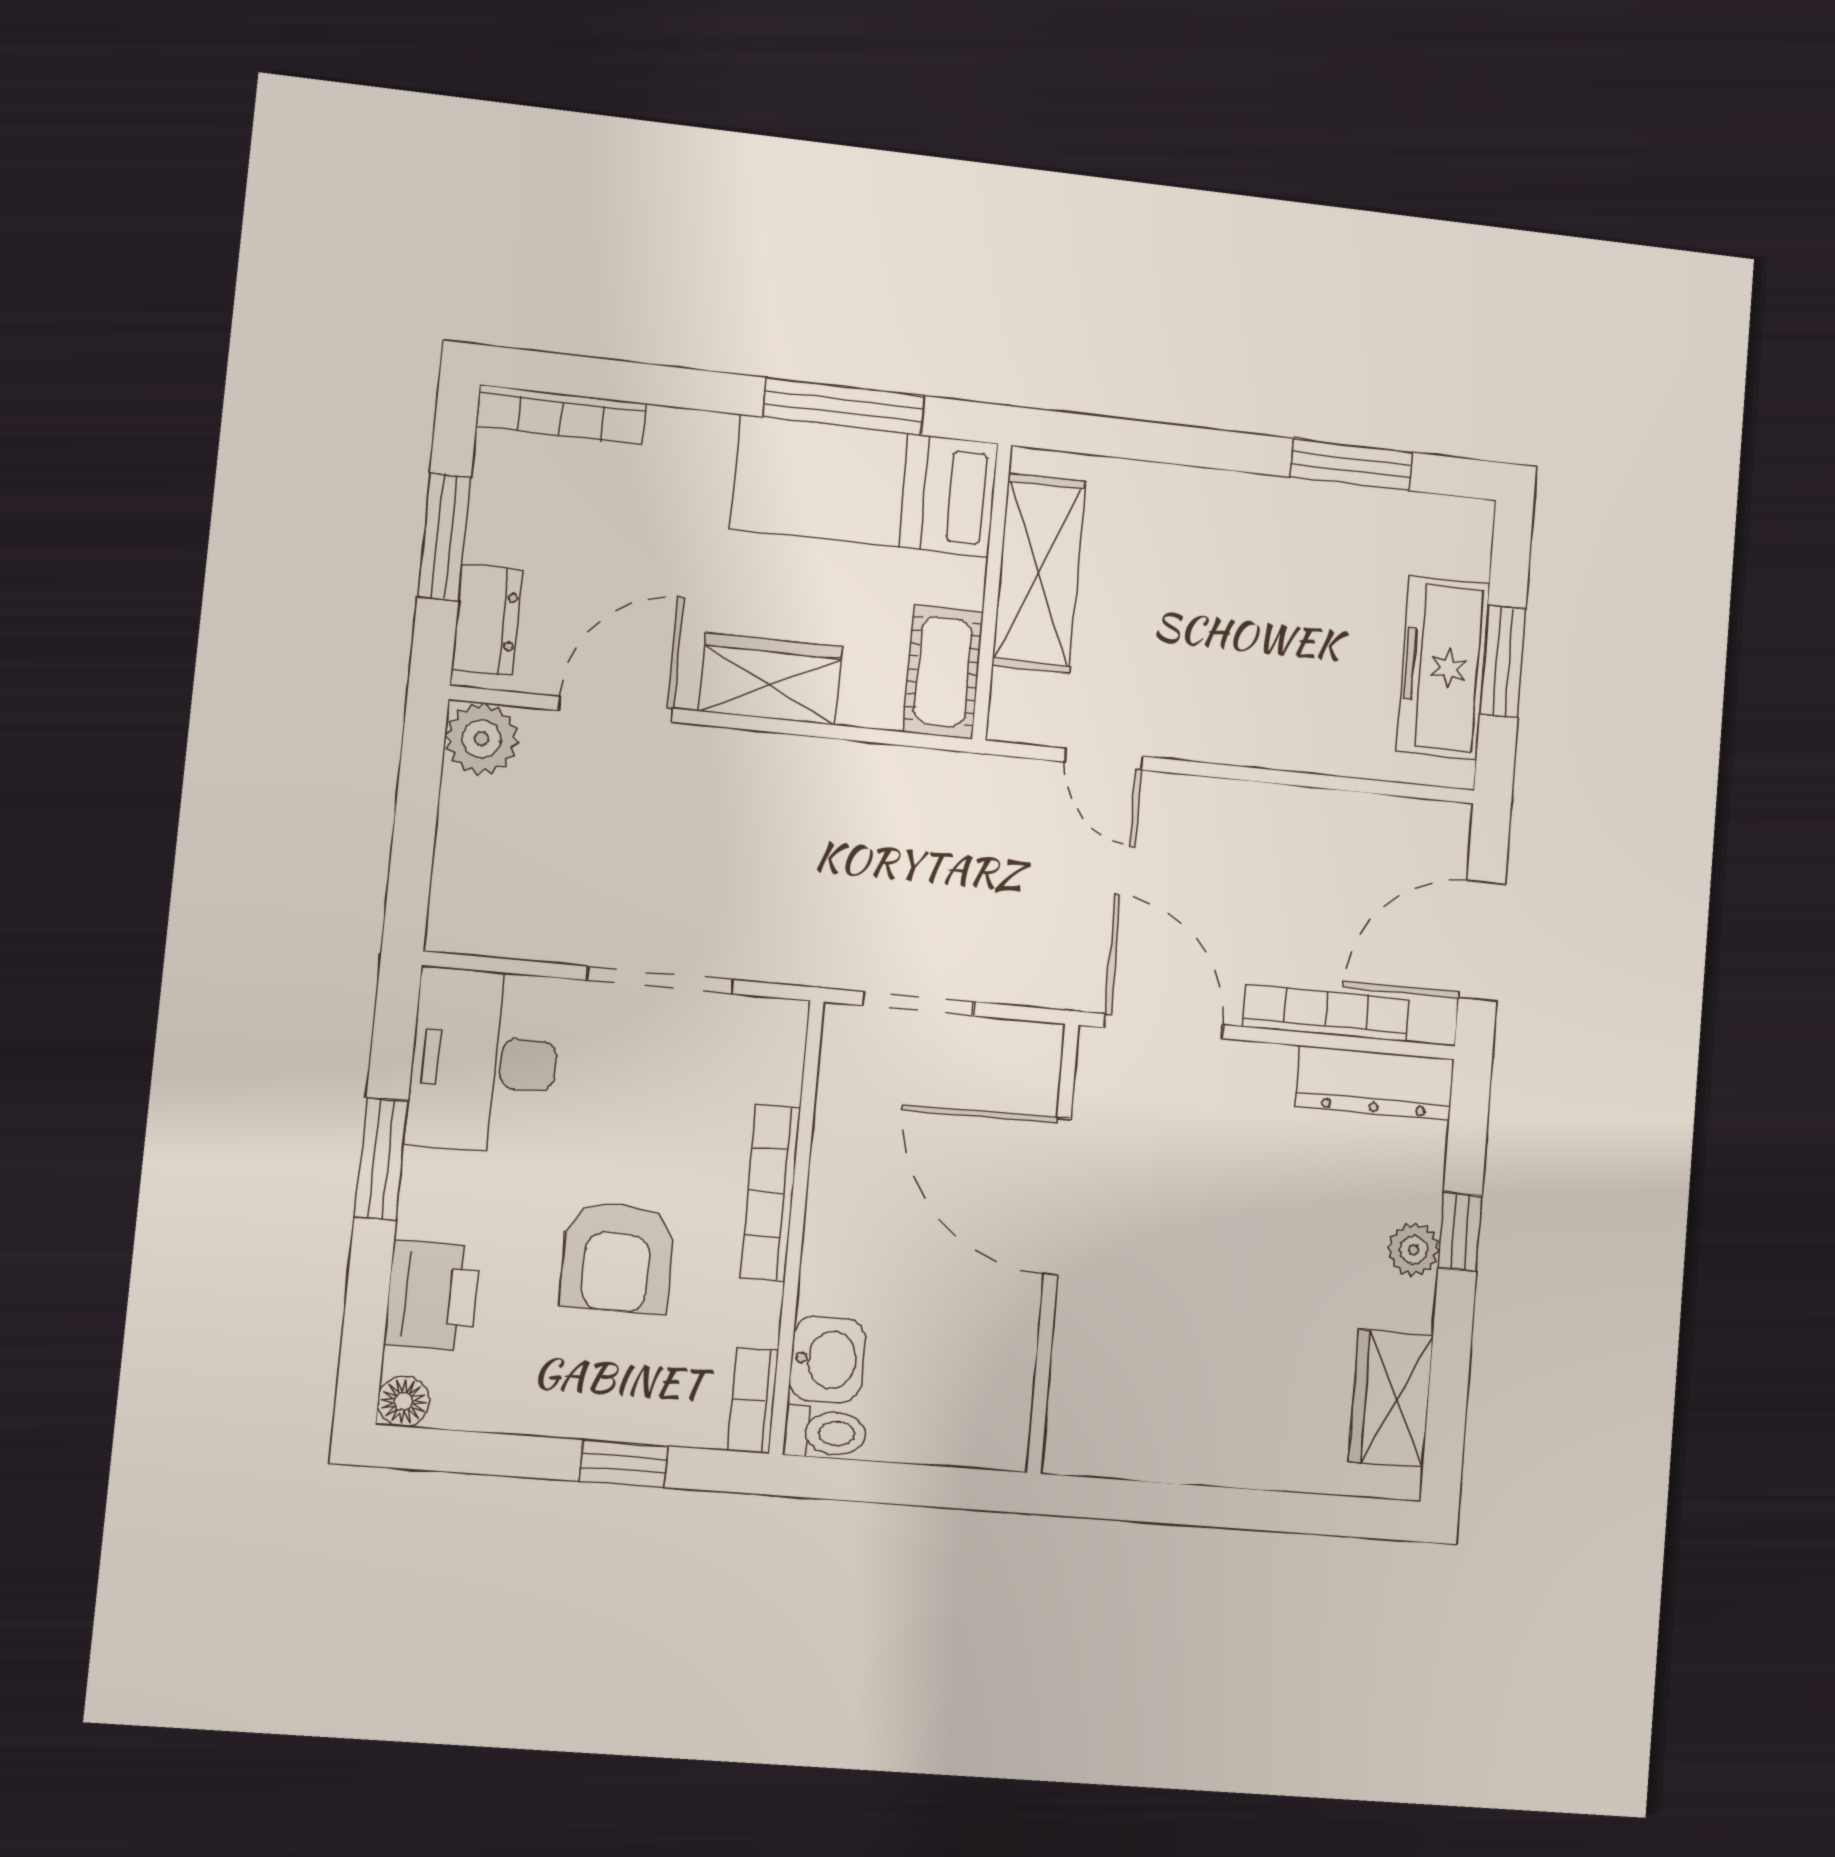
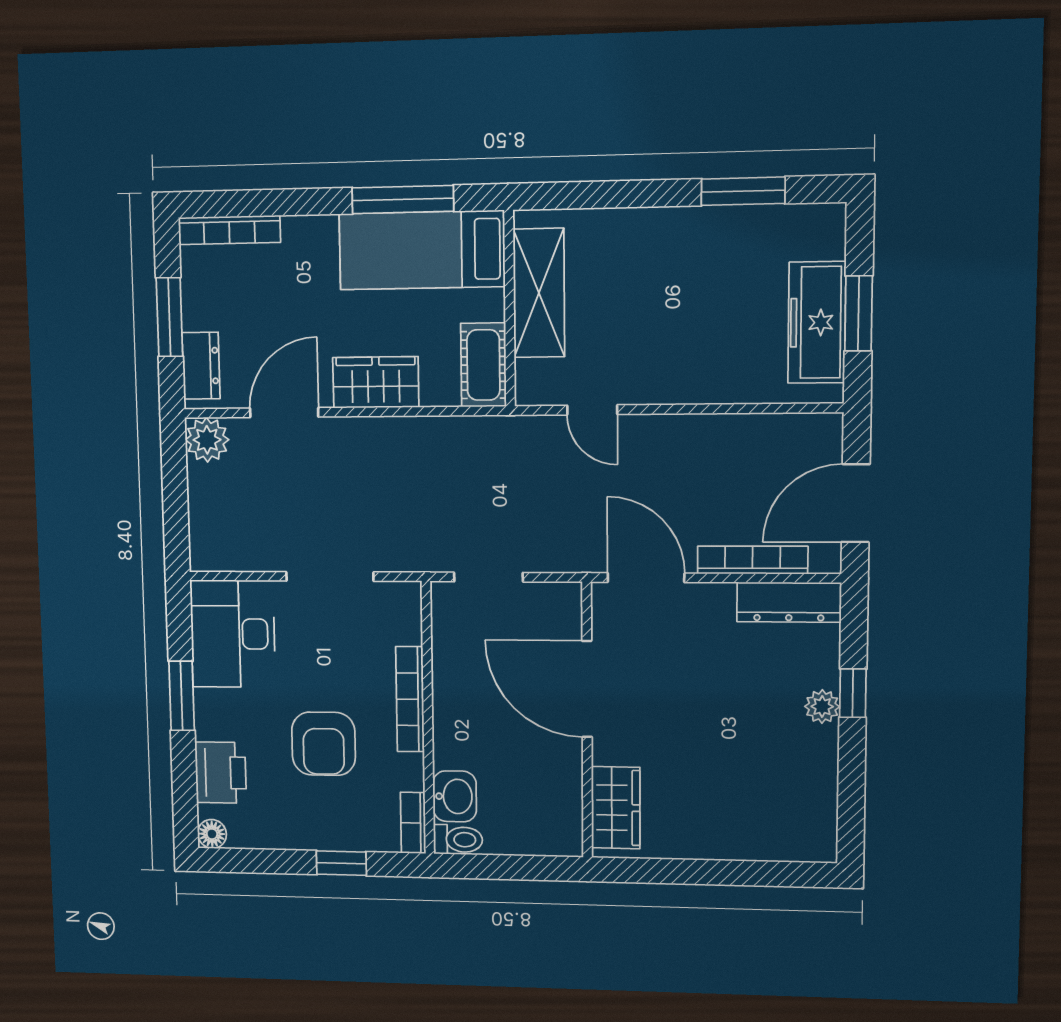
wardrobe: (1391, 1398) -> (616, 808), moved, turned 180

